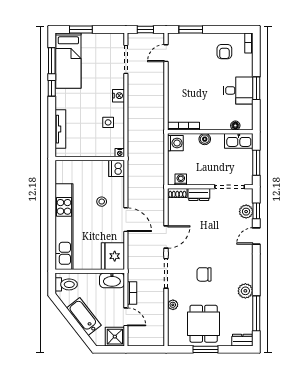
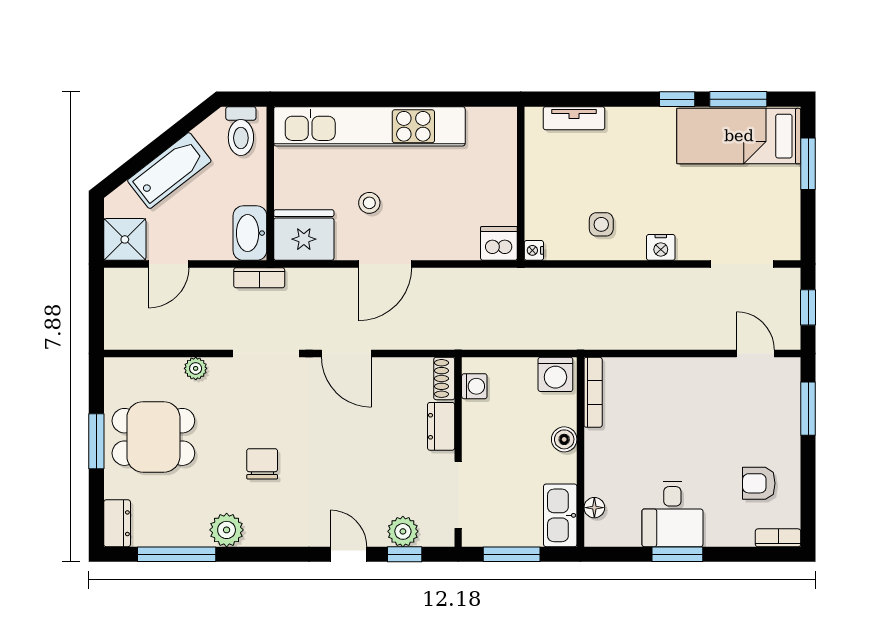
tv unit: (60, 129) -> (574, 118), width x0.71
stool: (102, 202) -> (369, 203), moved
chair: (204, 274) -> (262, 464), moved
bookcase: (132, 293) -> (259, 278), moved

